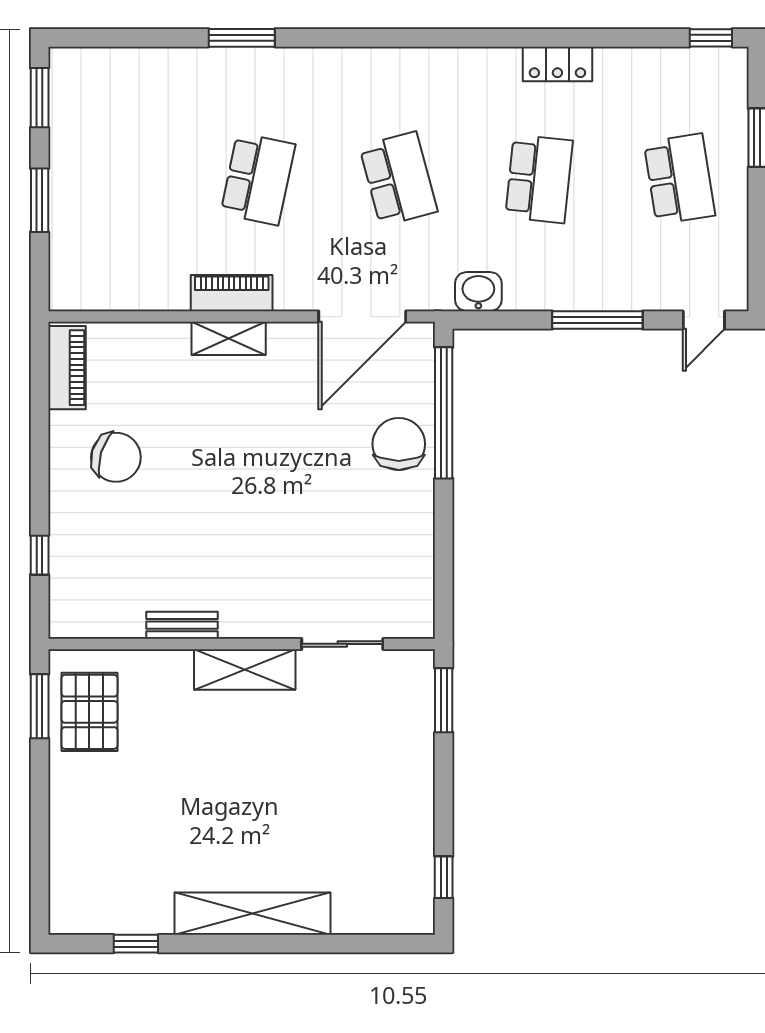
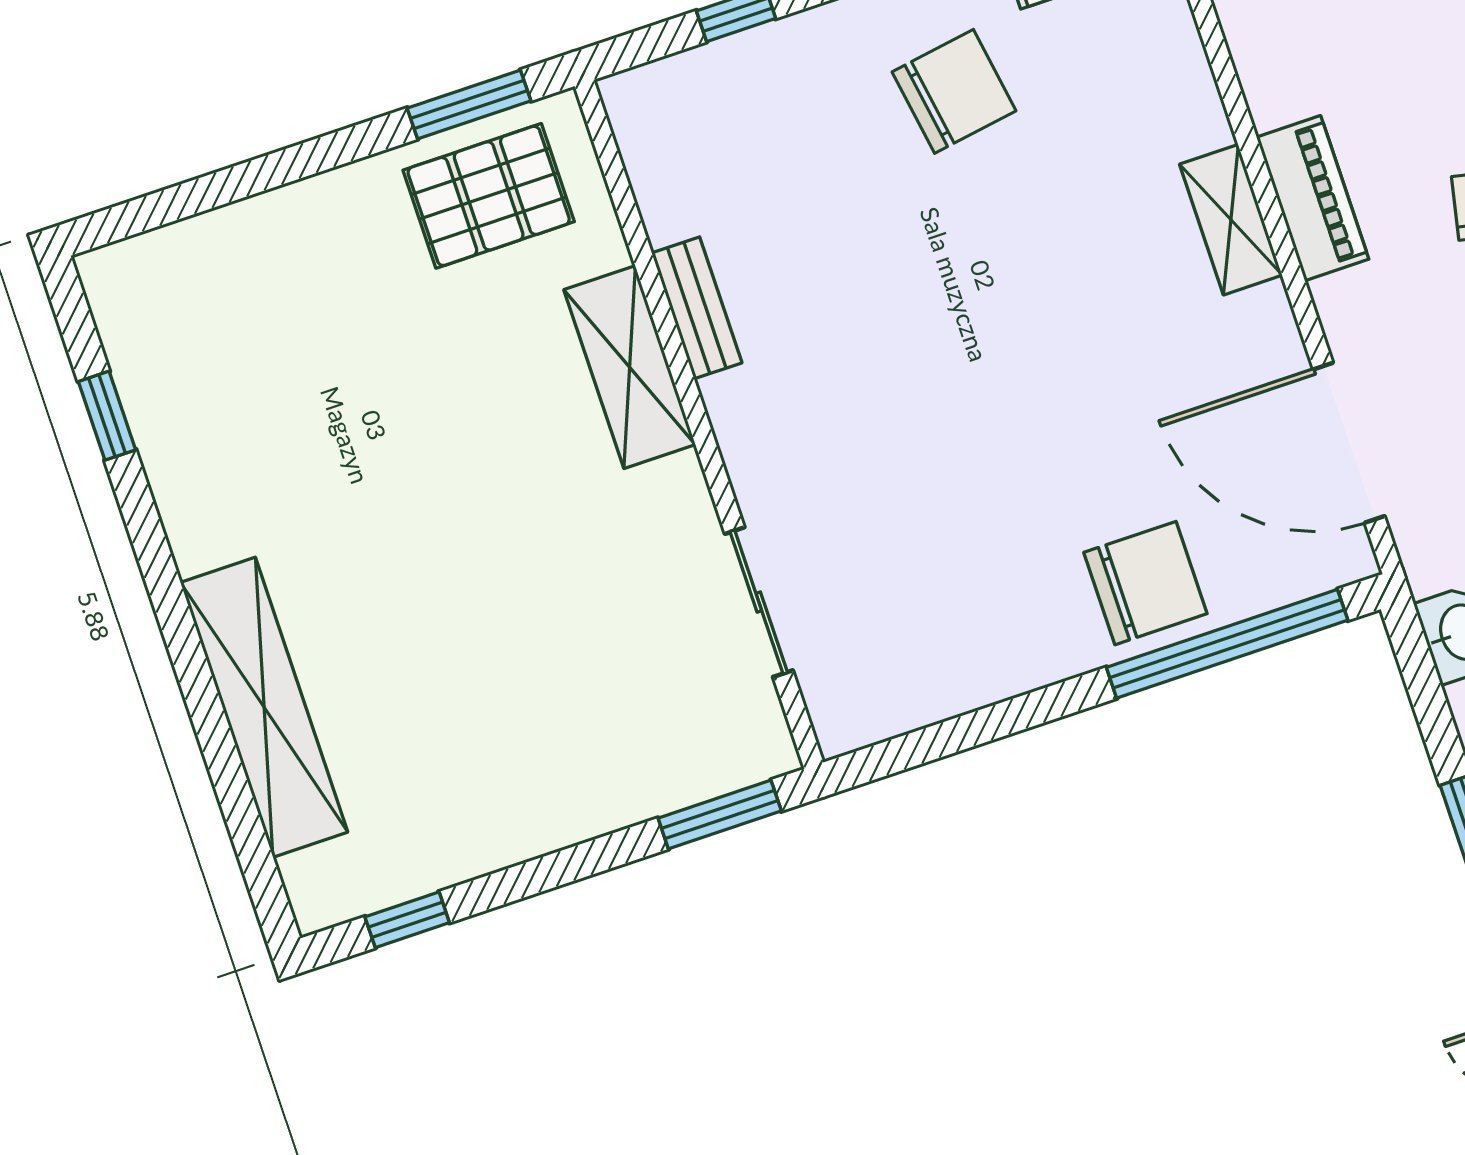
chair: (116, 457) -> (954, 91), turned -116
shelving: (245, 669) -> (630, 367), moved
shelving: (252, 914) -> (264, 707), moved

